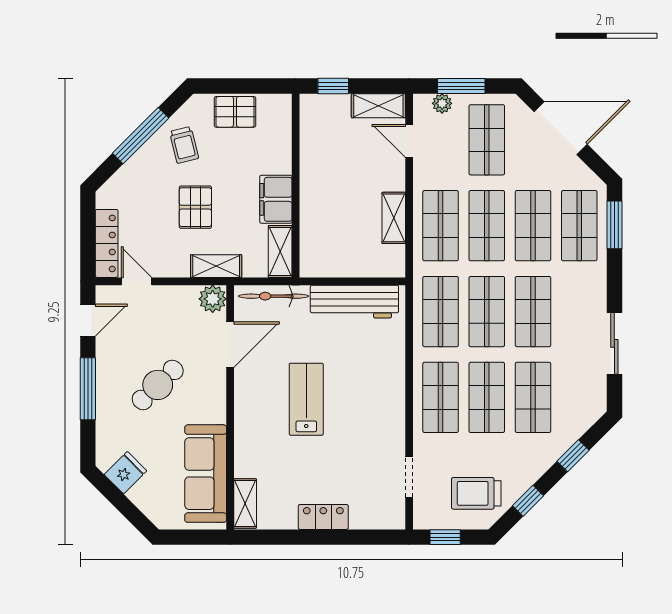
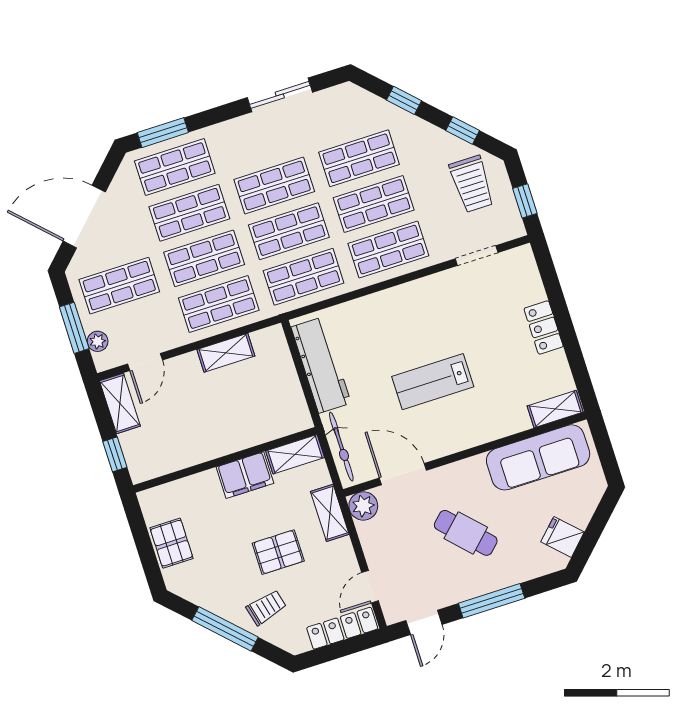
door: (561, 128) -> (84, 217), hinge flipped
trolley: (184, 145) -> (266, 607), moved
door: (88, 320) -> (424, 622), swing flipped

